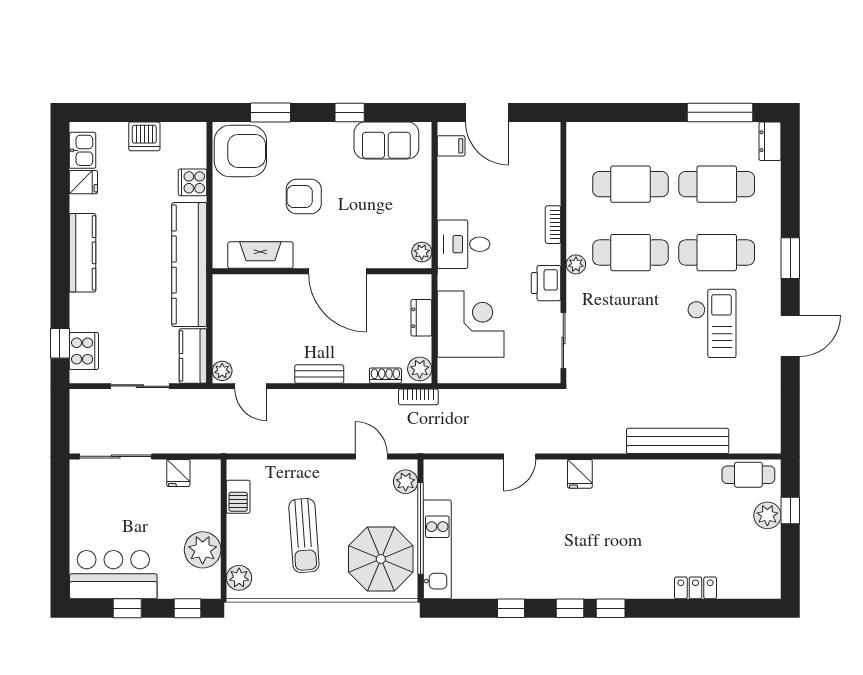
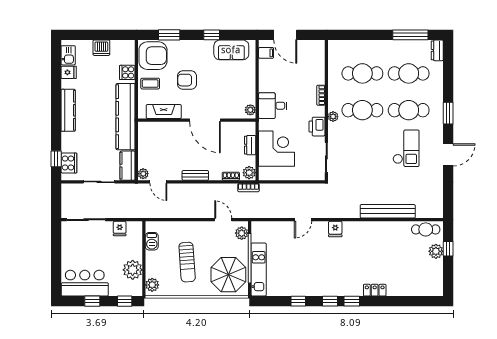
coffee table: (235, 203) -> (150, 84), added
locker: (695, 588) -> (375, 290), moved

